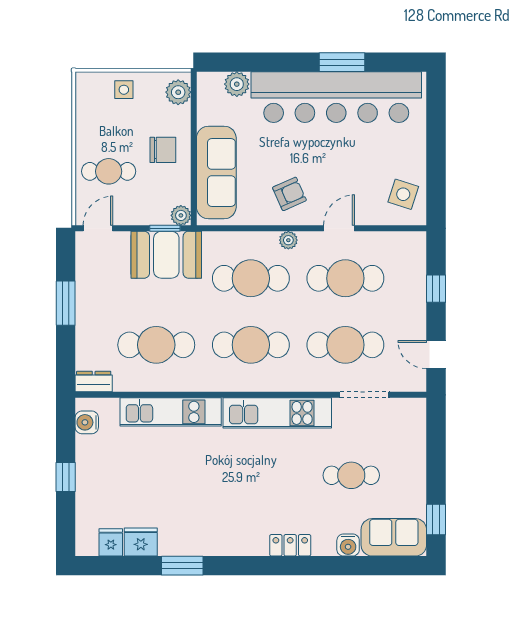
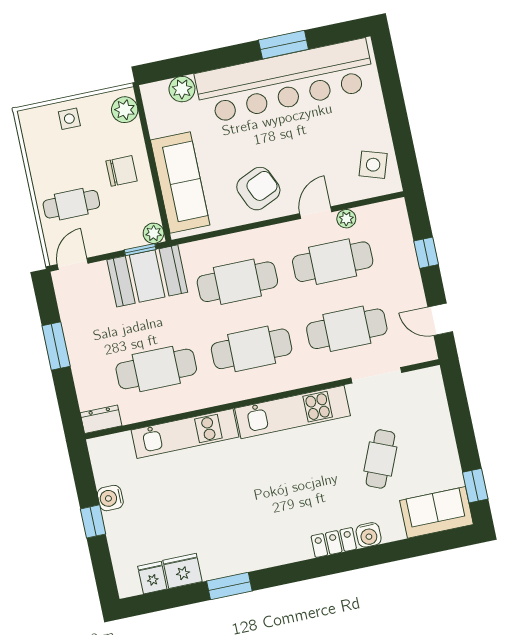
armchair: (289, 194) -> (258, 189), width x1.38, depth x1.38
plant: (288, 240) -> (346, 219), moved
water cooler: (87, 422) -> (110, 498), moved
cafe table: (351, 475) -> (380, 459), turned -67
water cooler: (348, 545) -> (369, 535), moved

